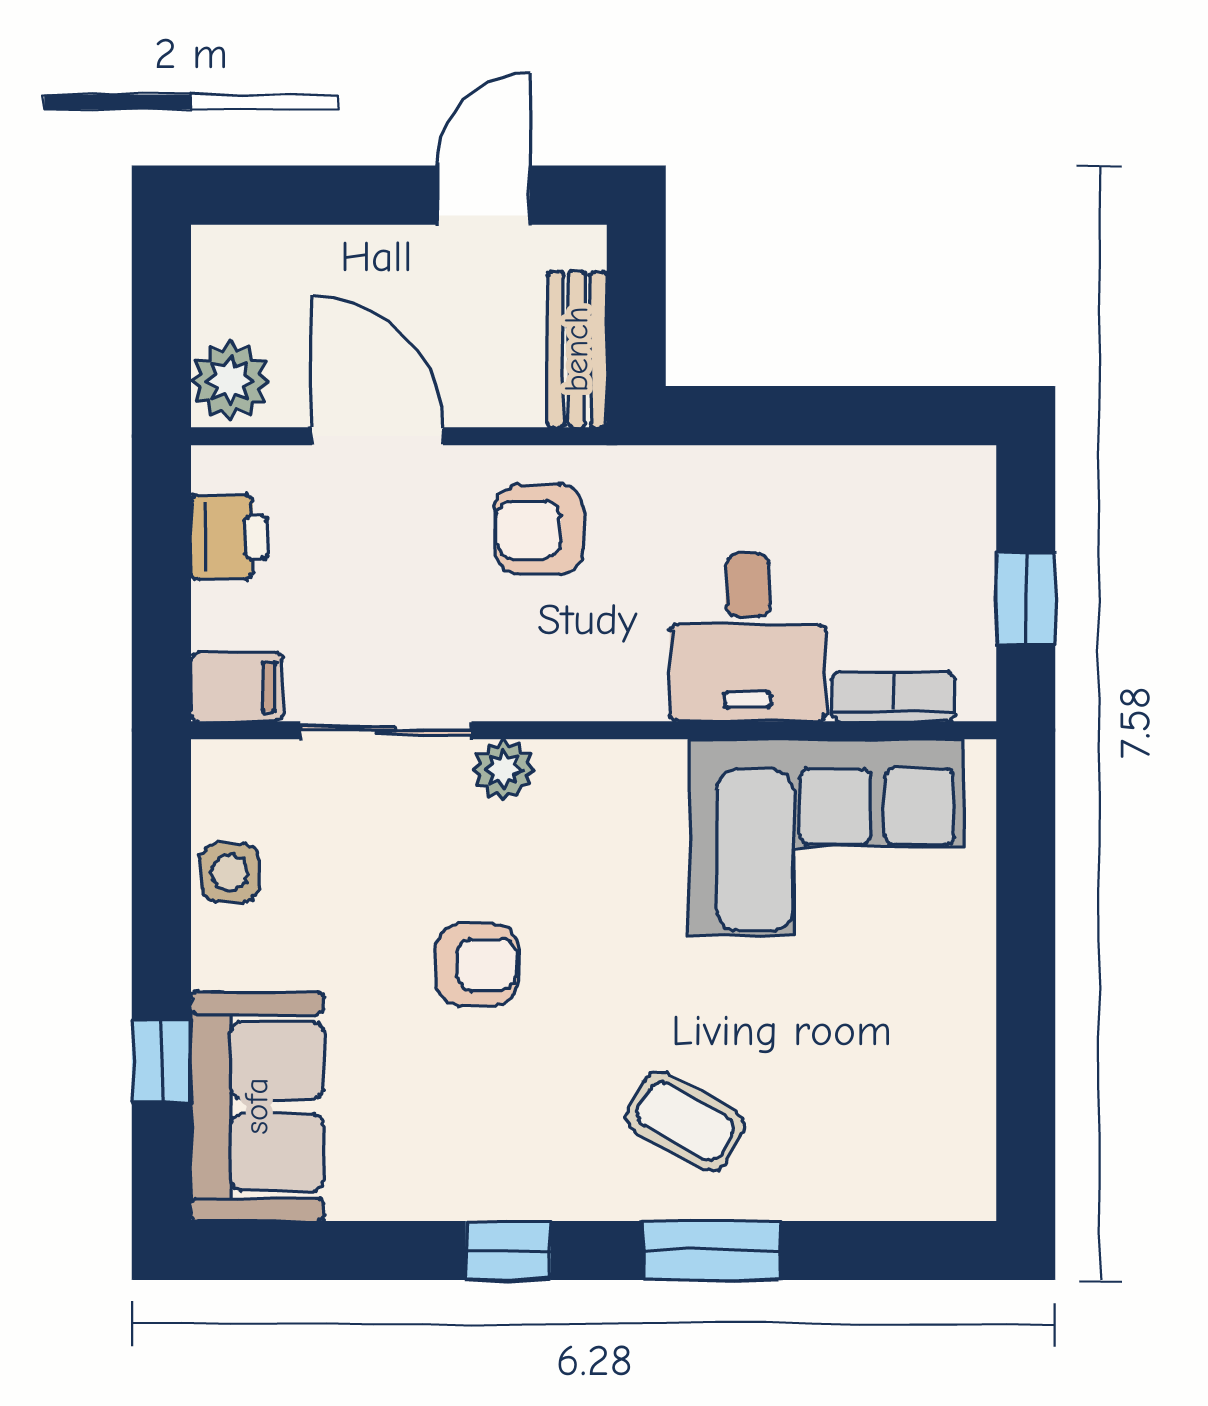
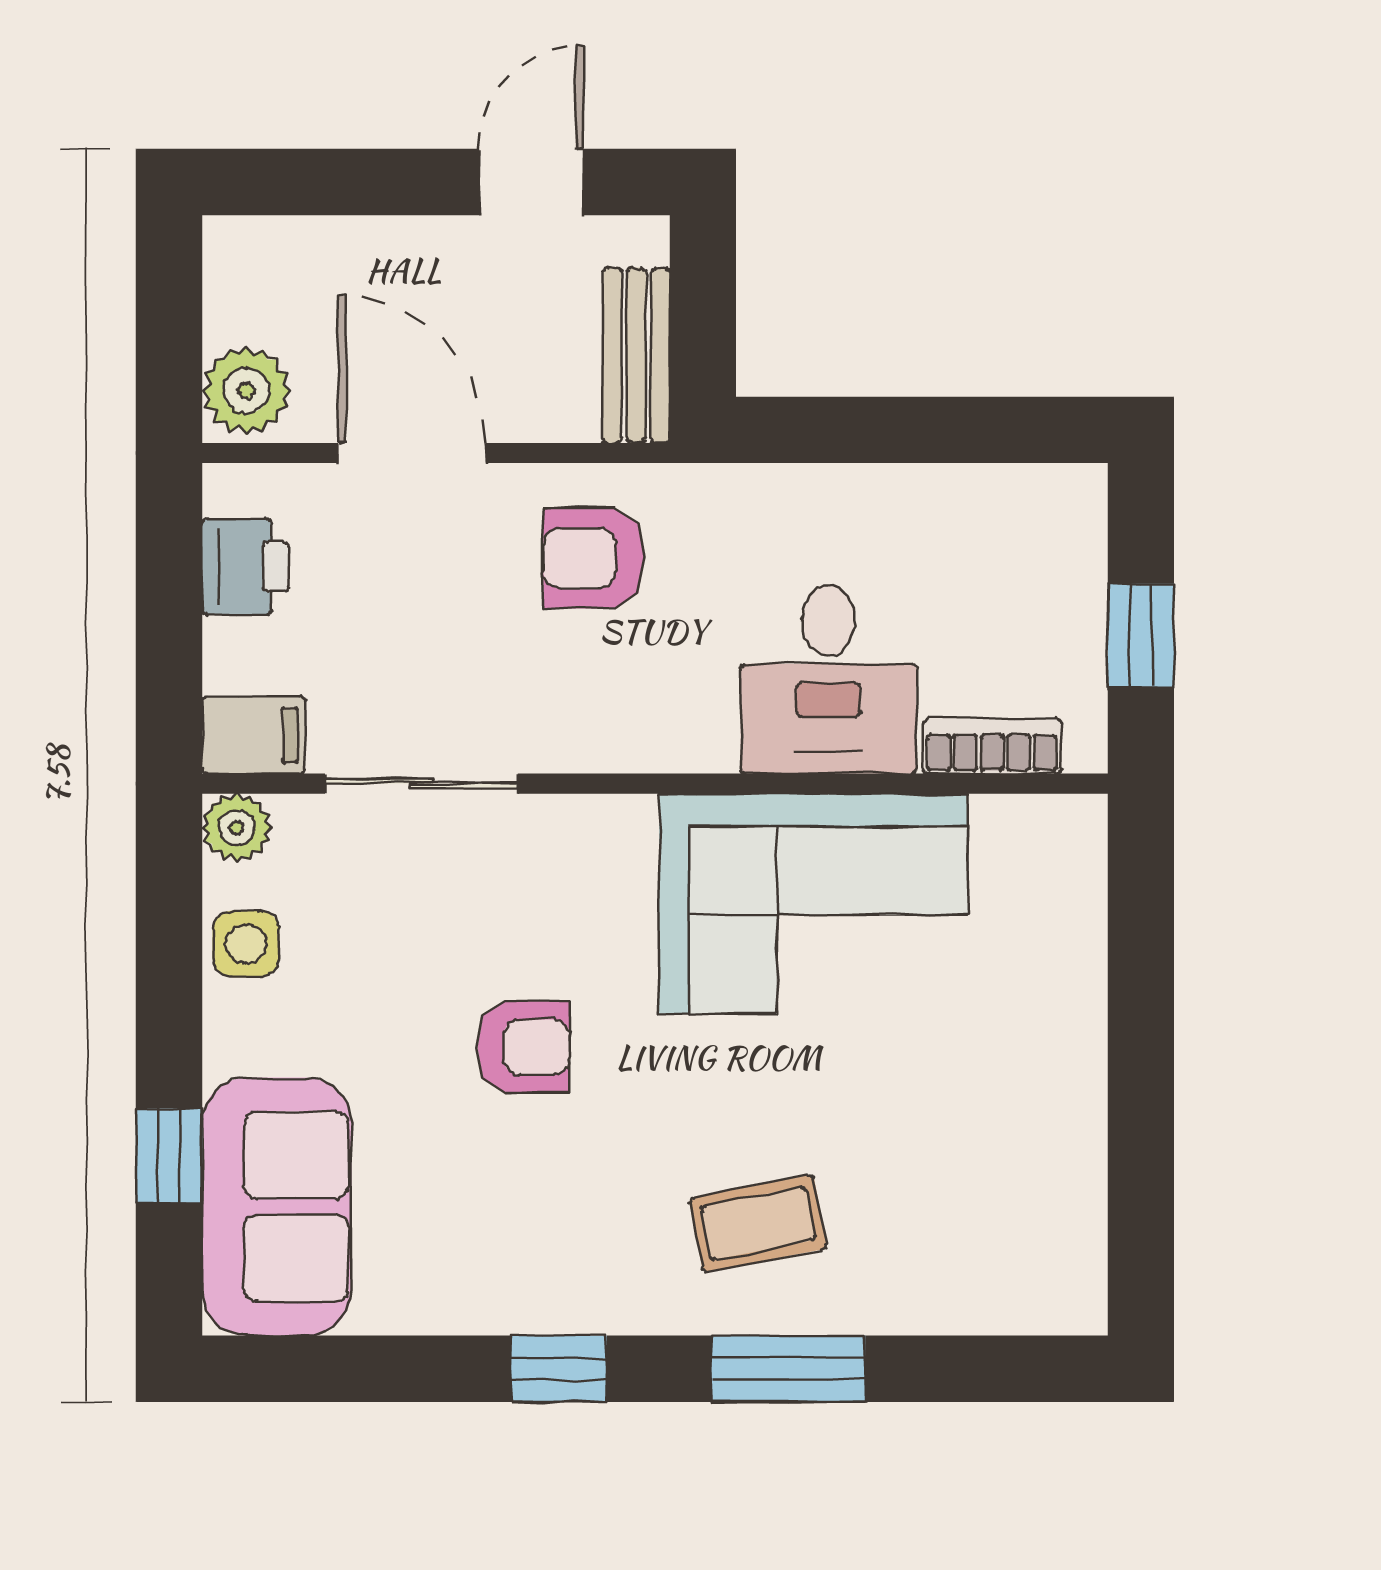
plant: (503, 770) -> (236, 828), moved
corner sofa: (826, 837) -> (814, 904), moved
coffee table: (685, 1121) -> (758, 1223), turned -40

